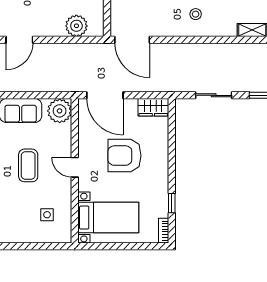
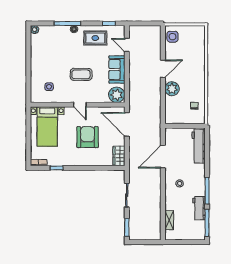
plant: (76, 26) -> (172, 89), moved
door: (19, 40) -> (163, 69), swing flipped
door: (132, 40) -> (163, 157), moved
door: (105, 95) -> (127, 124), hinge flipped
door: (75, 167) -> (80, 105), swing flipped

